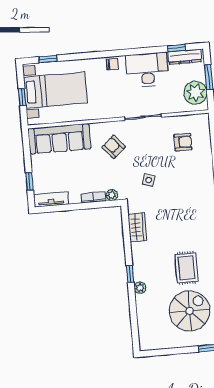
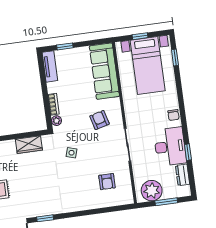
window: (176, 48) -> (188, 152), moved
dresser: (185, 57) -> (183, 175), width x0.70
armchair: (114, 147) -> (100, 120), turned -64

